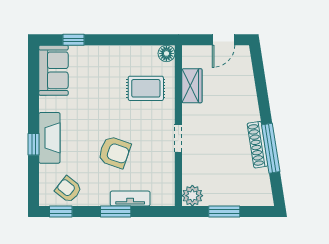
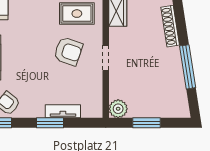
shoe rack: (258, 145) -> (170, 26), moved
armchair: (114, 152) -> (68, 51), moved

